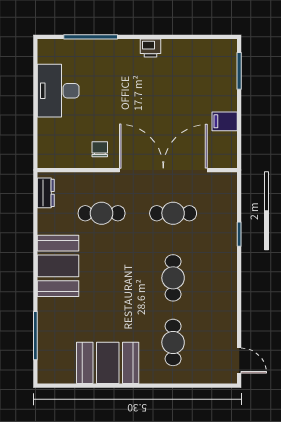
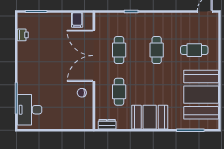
printer: (150, 48) -> (23, 35), moved
desk: (58, 91) -> (30, 110), moved, turned 90
filing cabinet: (225, 121) -> (77, 20), moved
cafe table: (173, 278) -> (157, 50), turned 90
booth: (108, 363) -> (201, 95), width x1.36, depth x1.42

